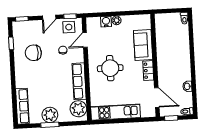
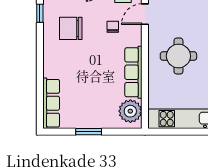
plant: (50, 115) -> (89, 118), removed

